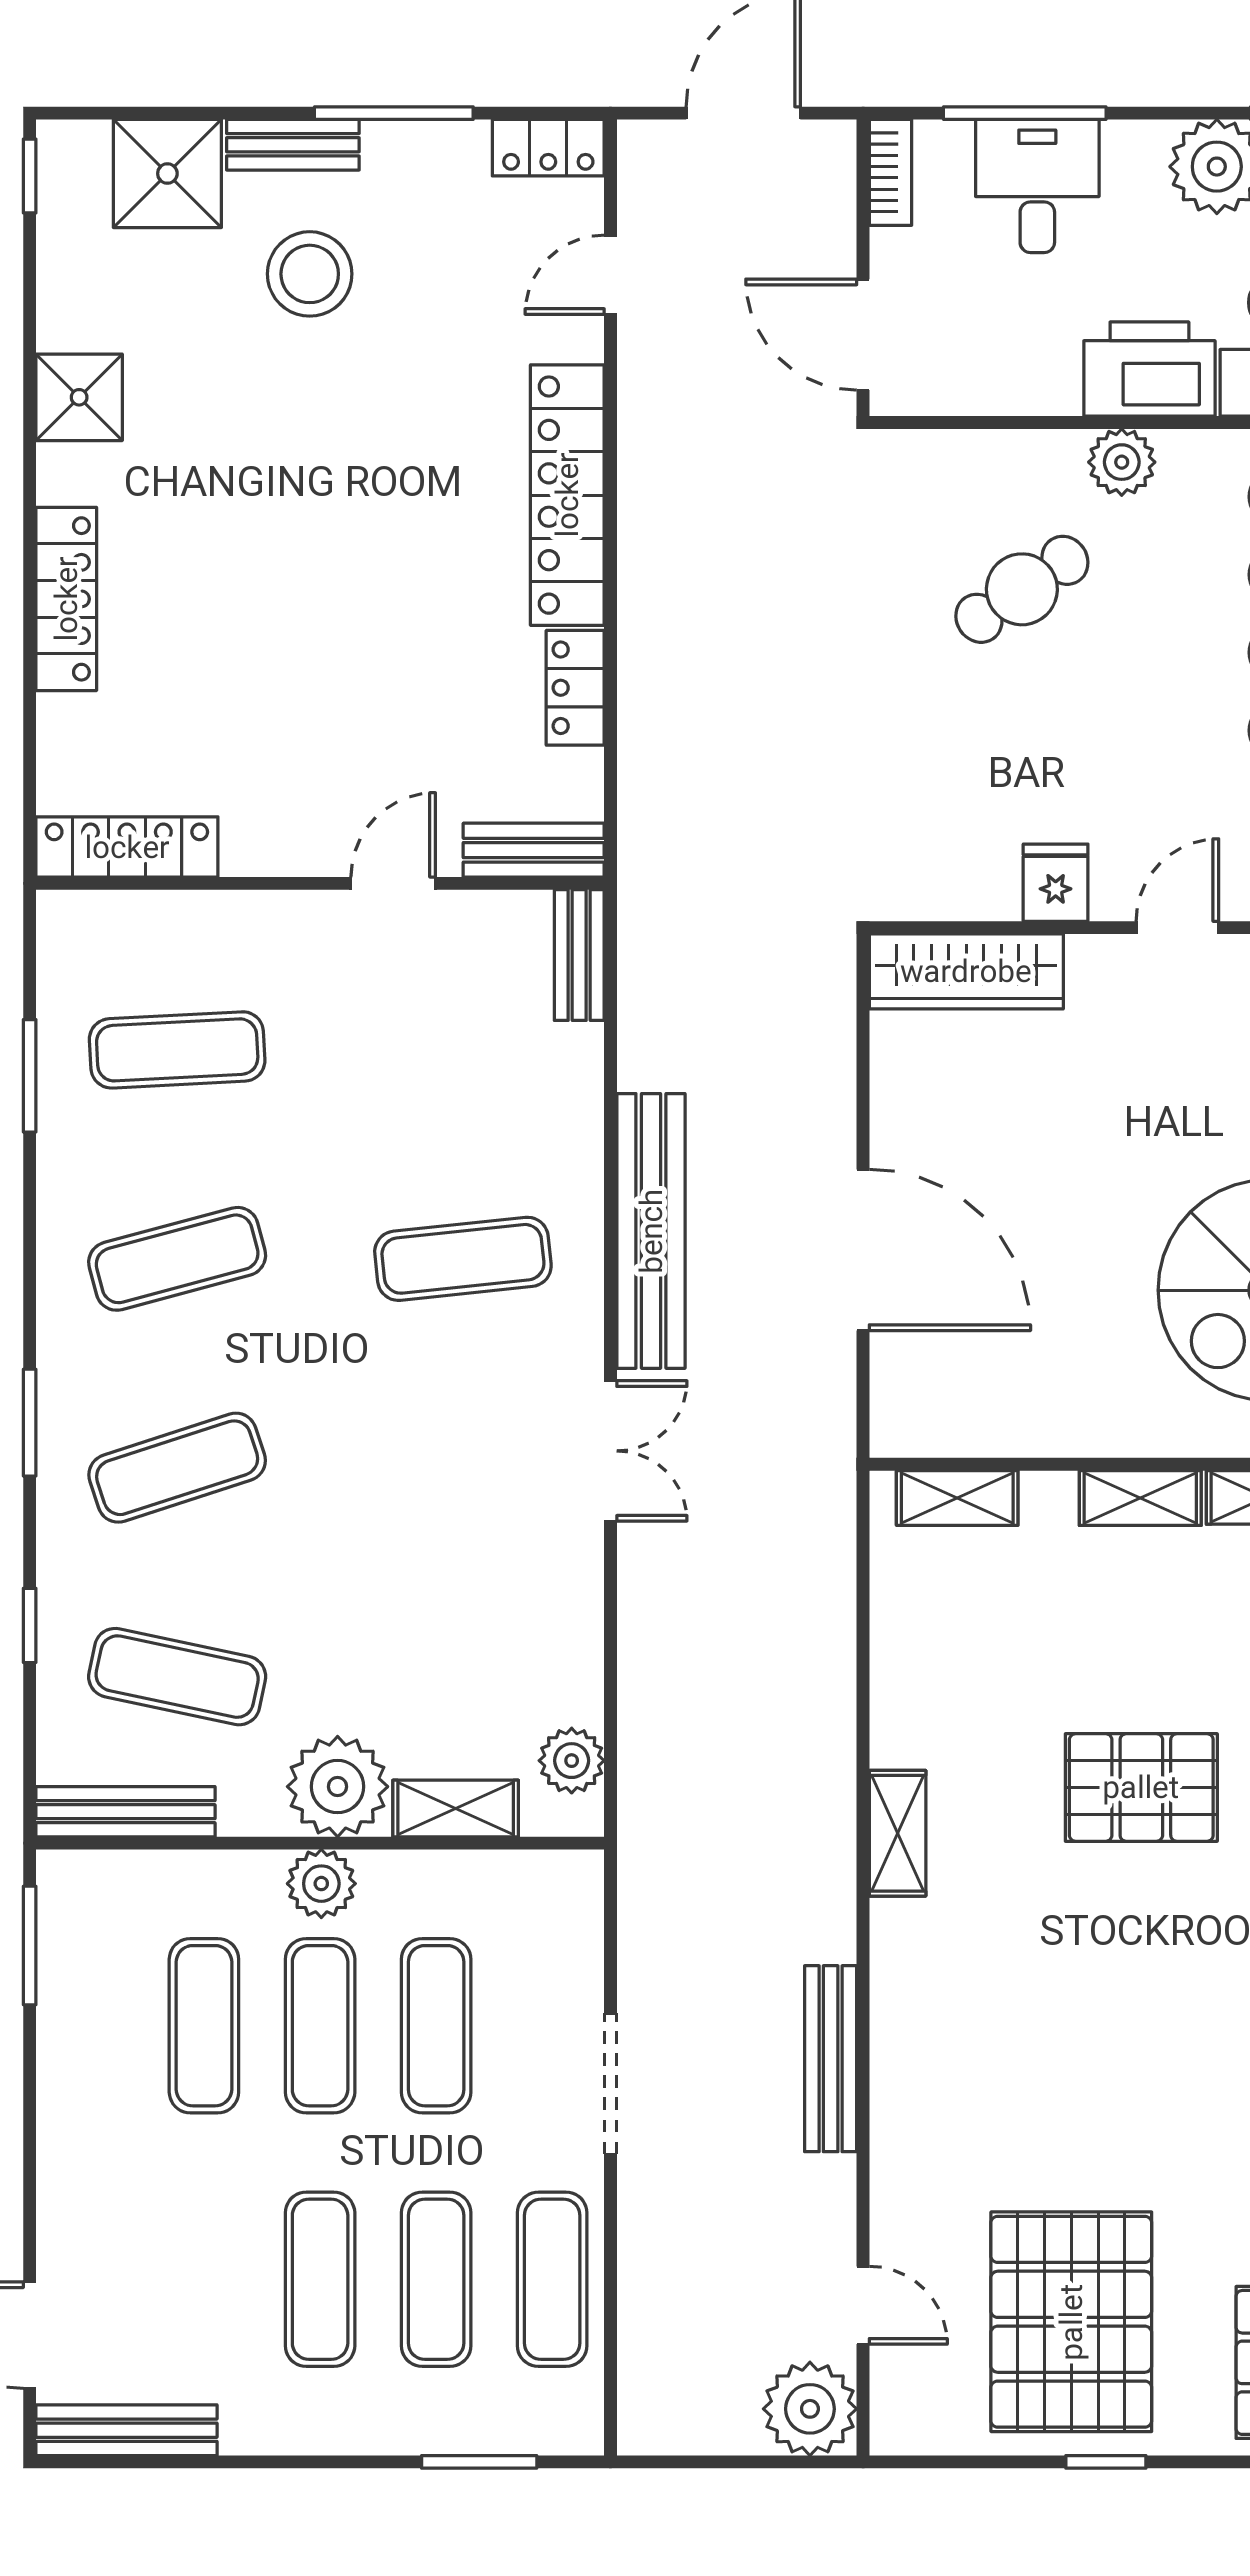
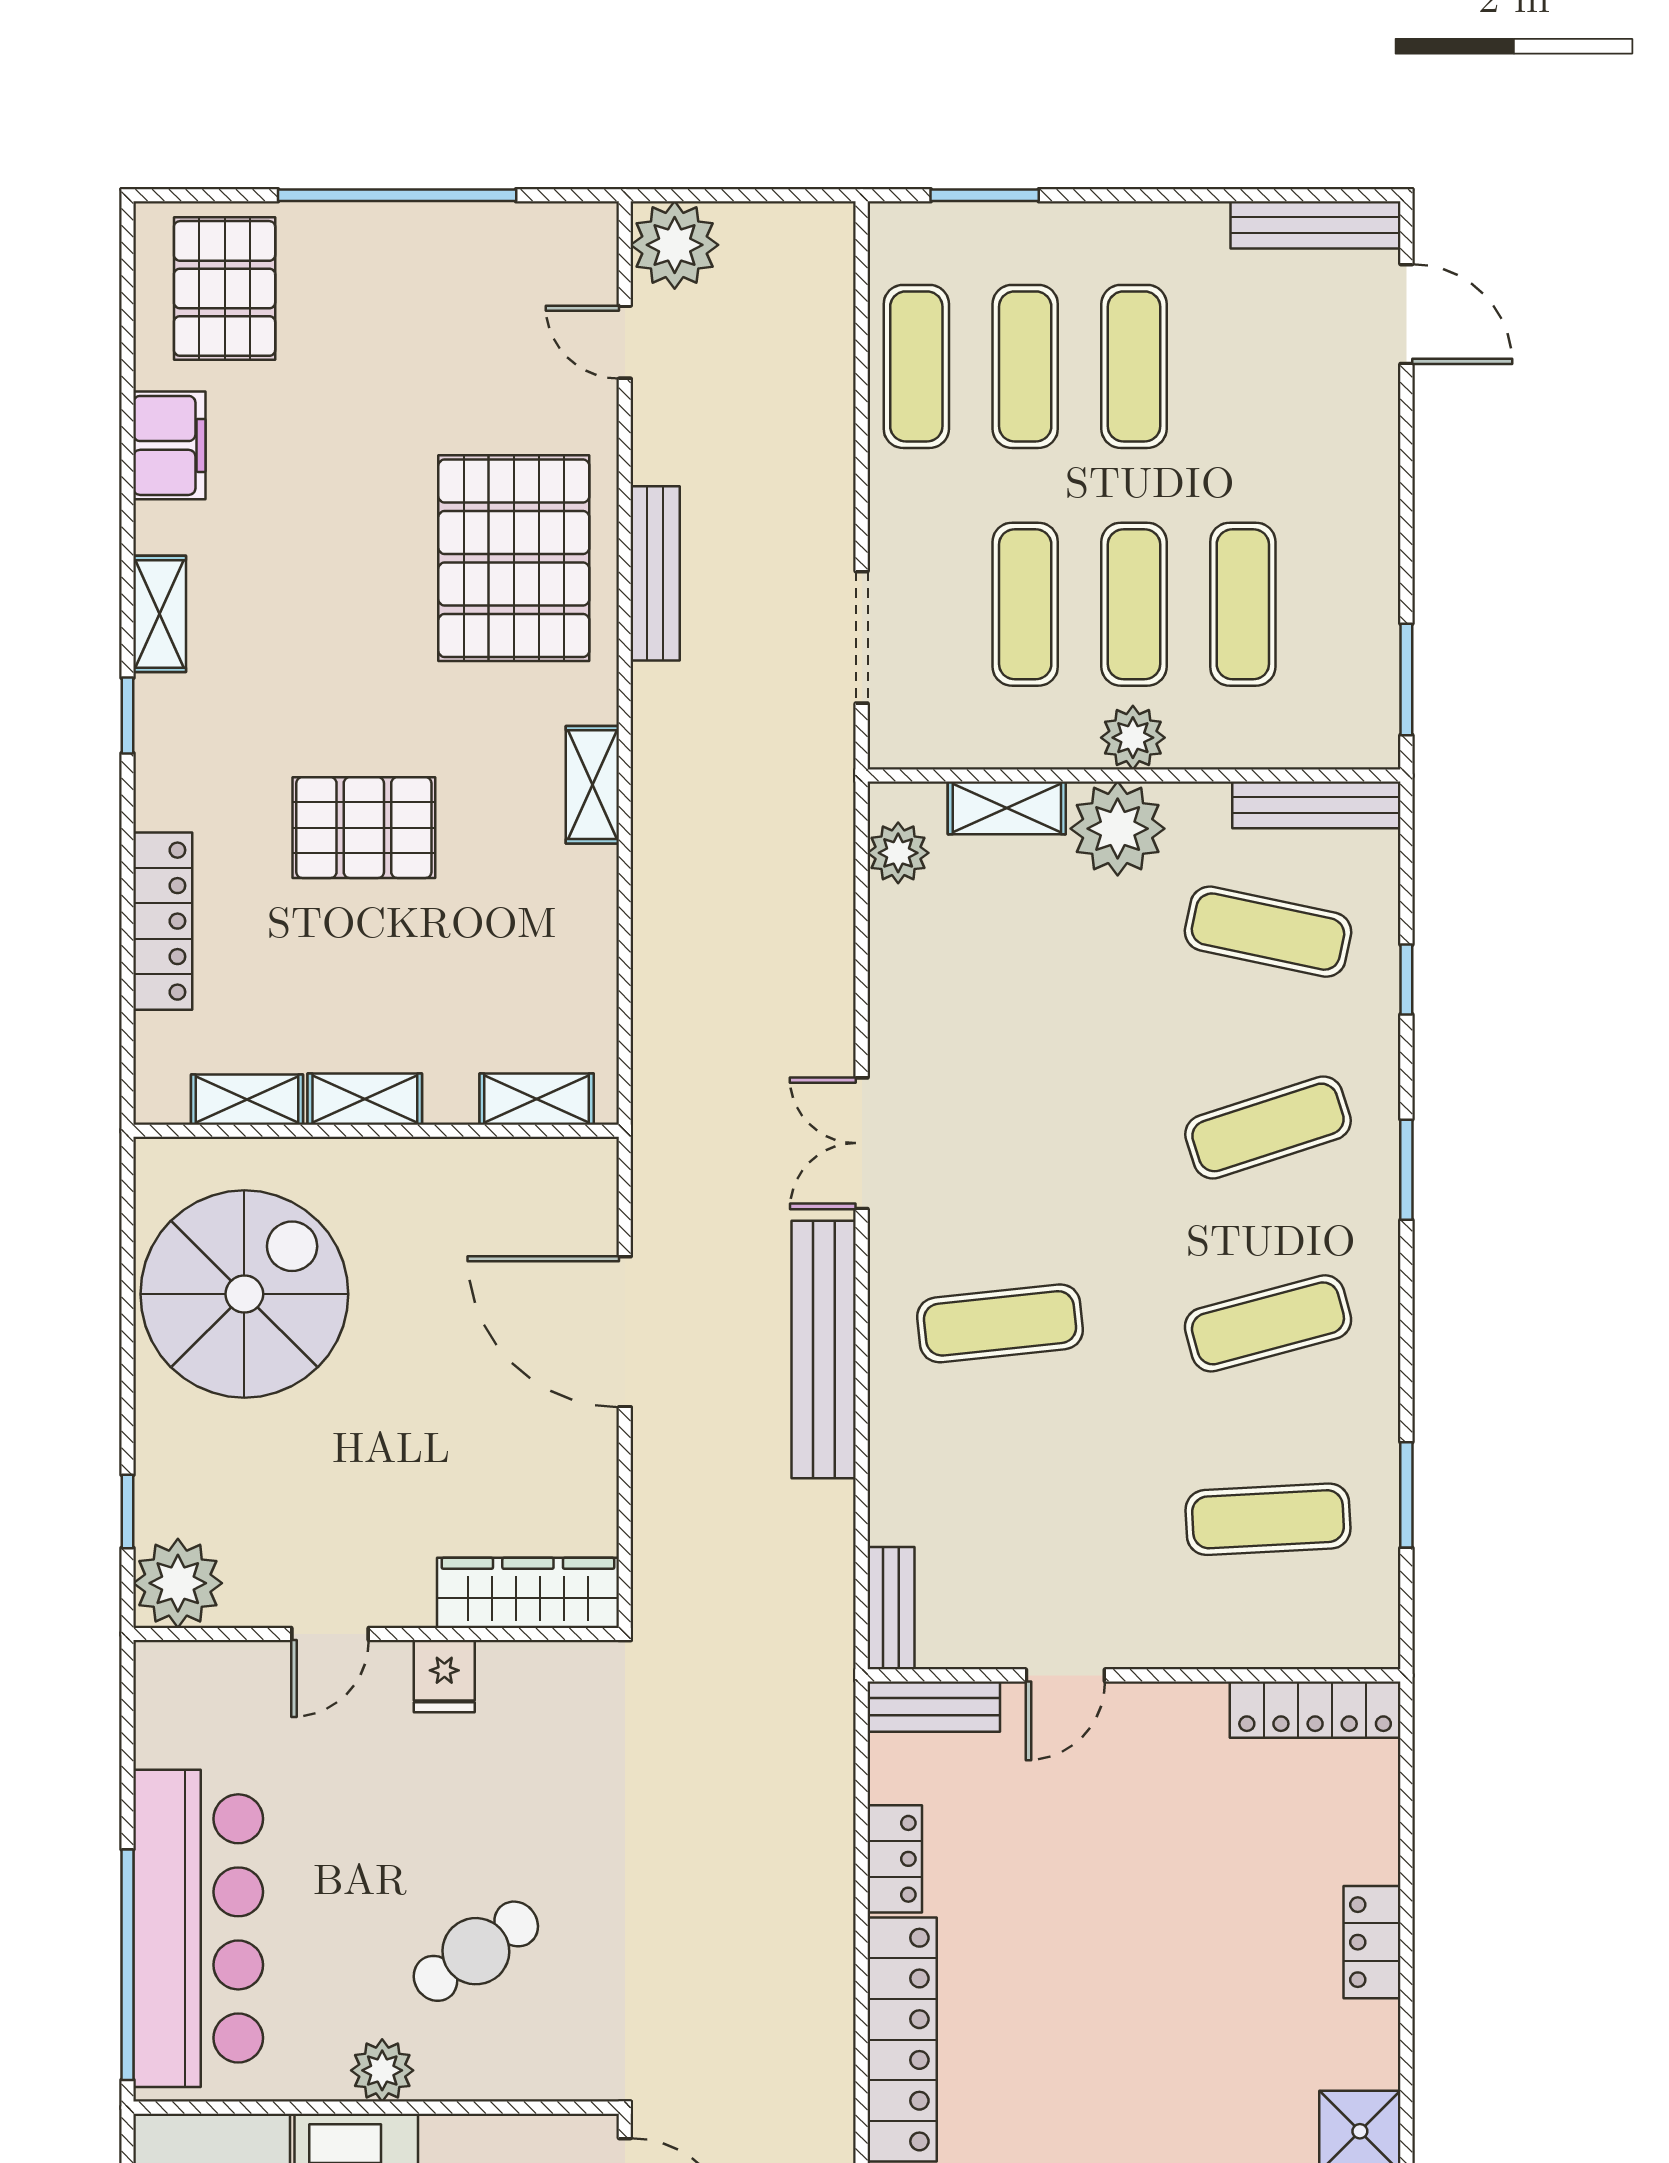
locker: (66, 599) -> (1372, 1942), width x0.66
doorway: (610, 2084) -> (862, 637), moved
pallet: (1071, 2322) -> (514, 558), moved
window: (1106, 2462) -> (397, 195), width x3.17

